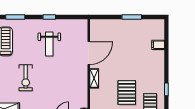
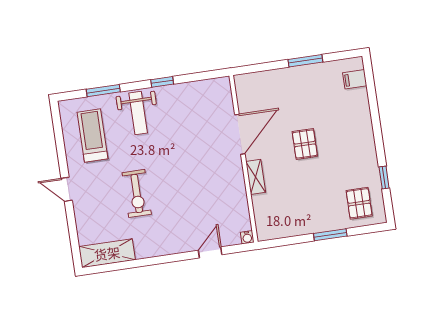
weight bench: (49, 44) -> (138, 113), moved
filing cabinet: (158, 45) -> (355, 79), moved
pallet: (127, 93) -> (305, 144), moved, width x0.67, depth x0.71

